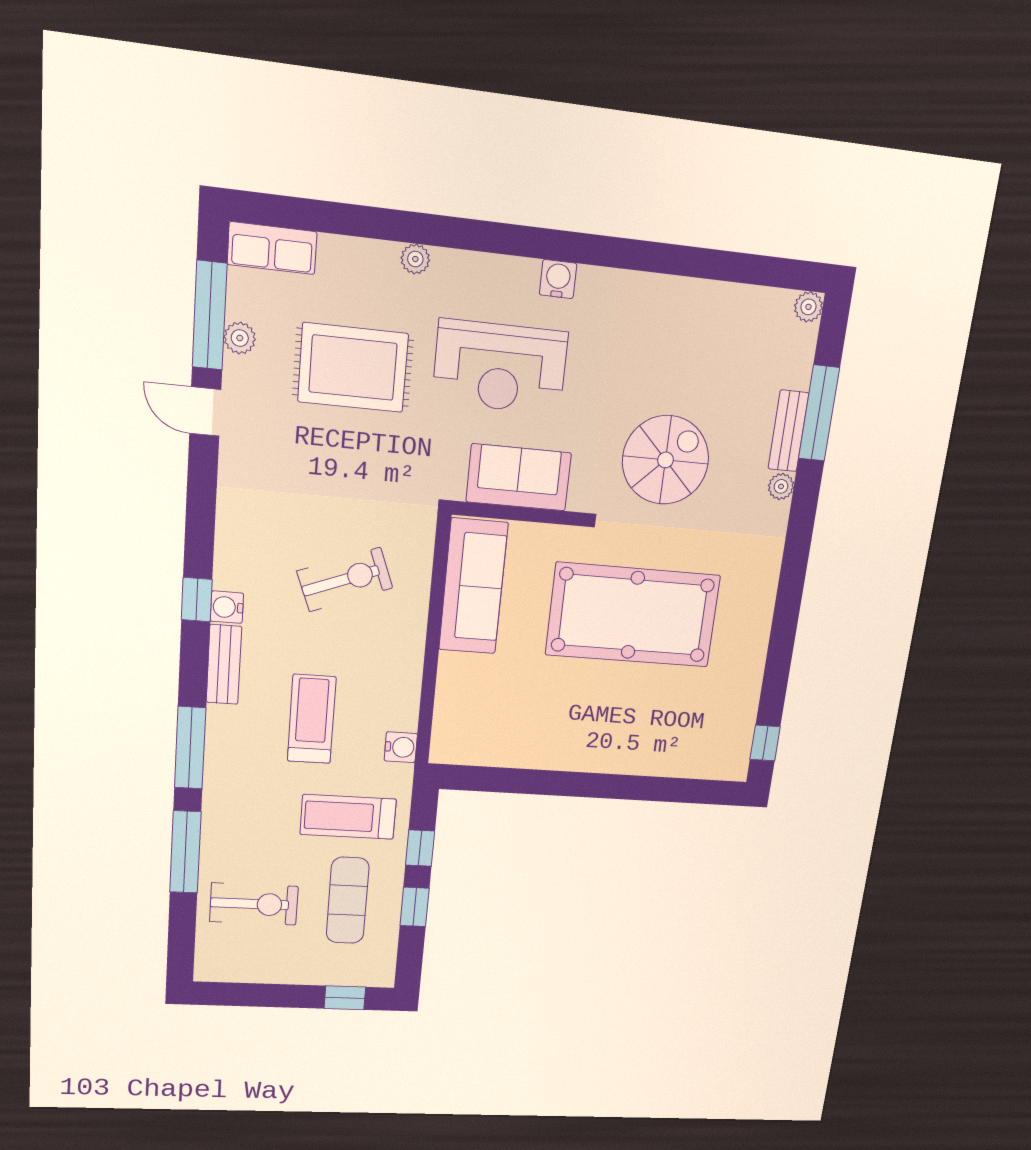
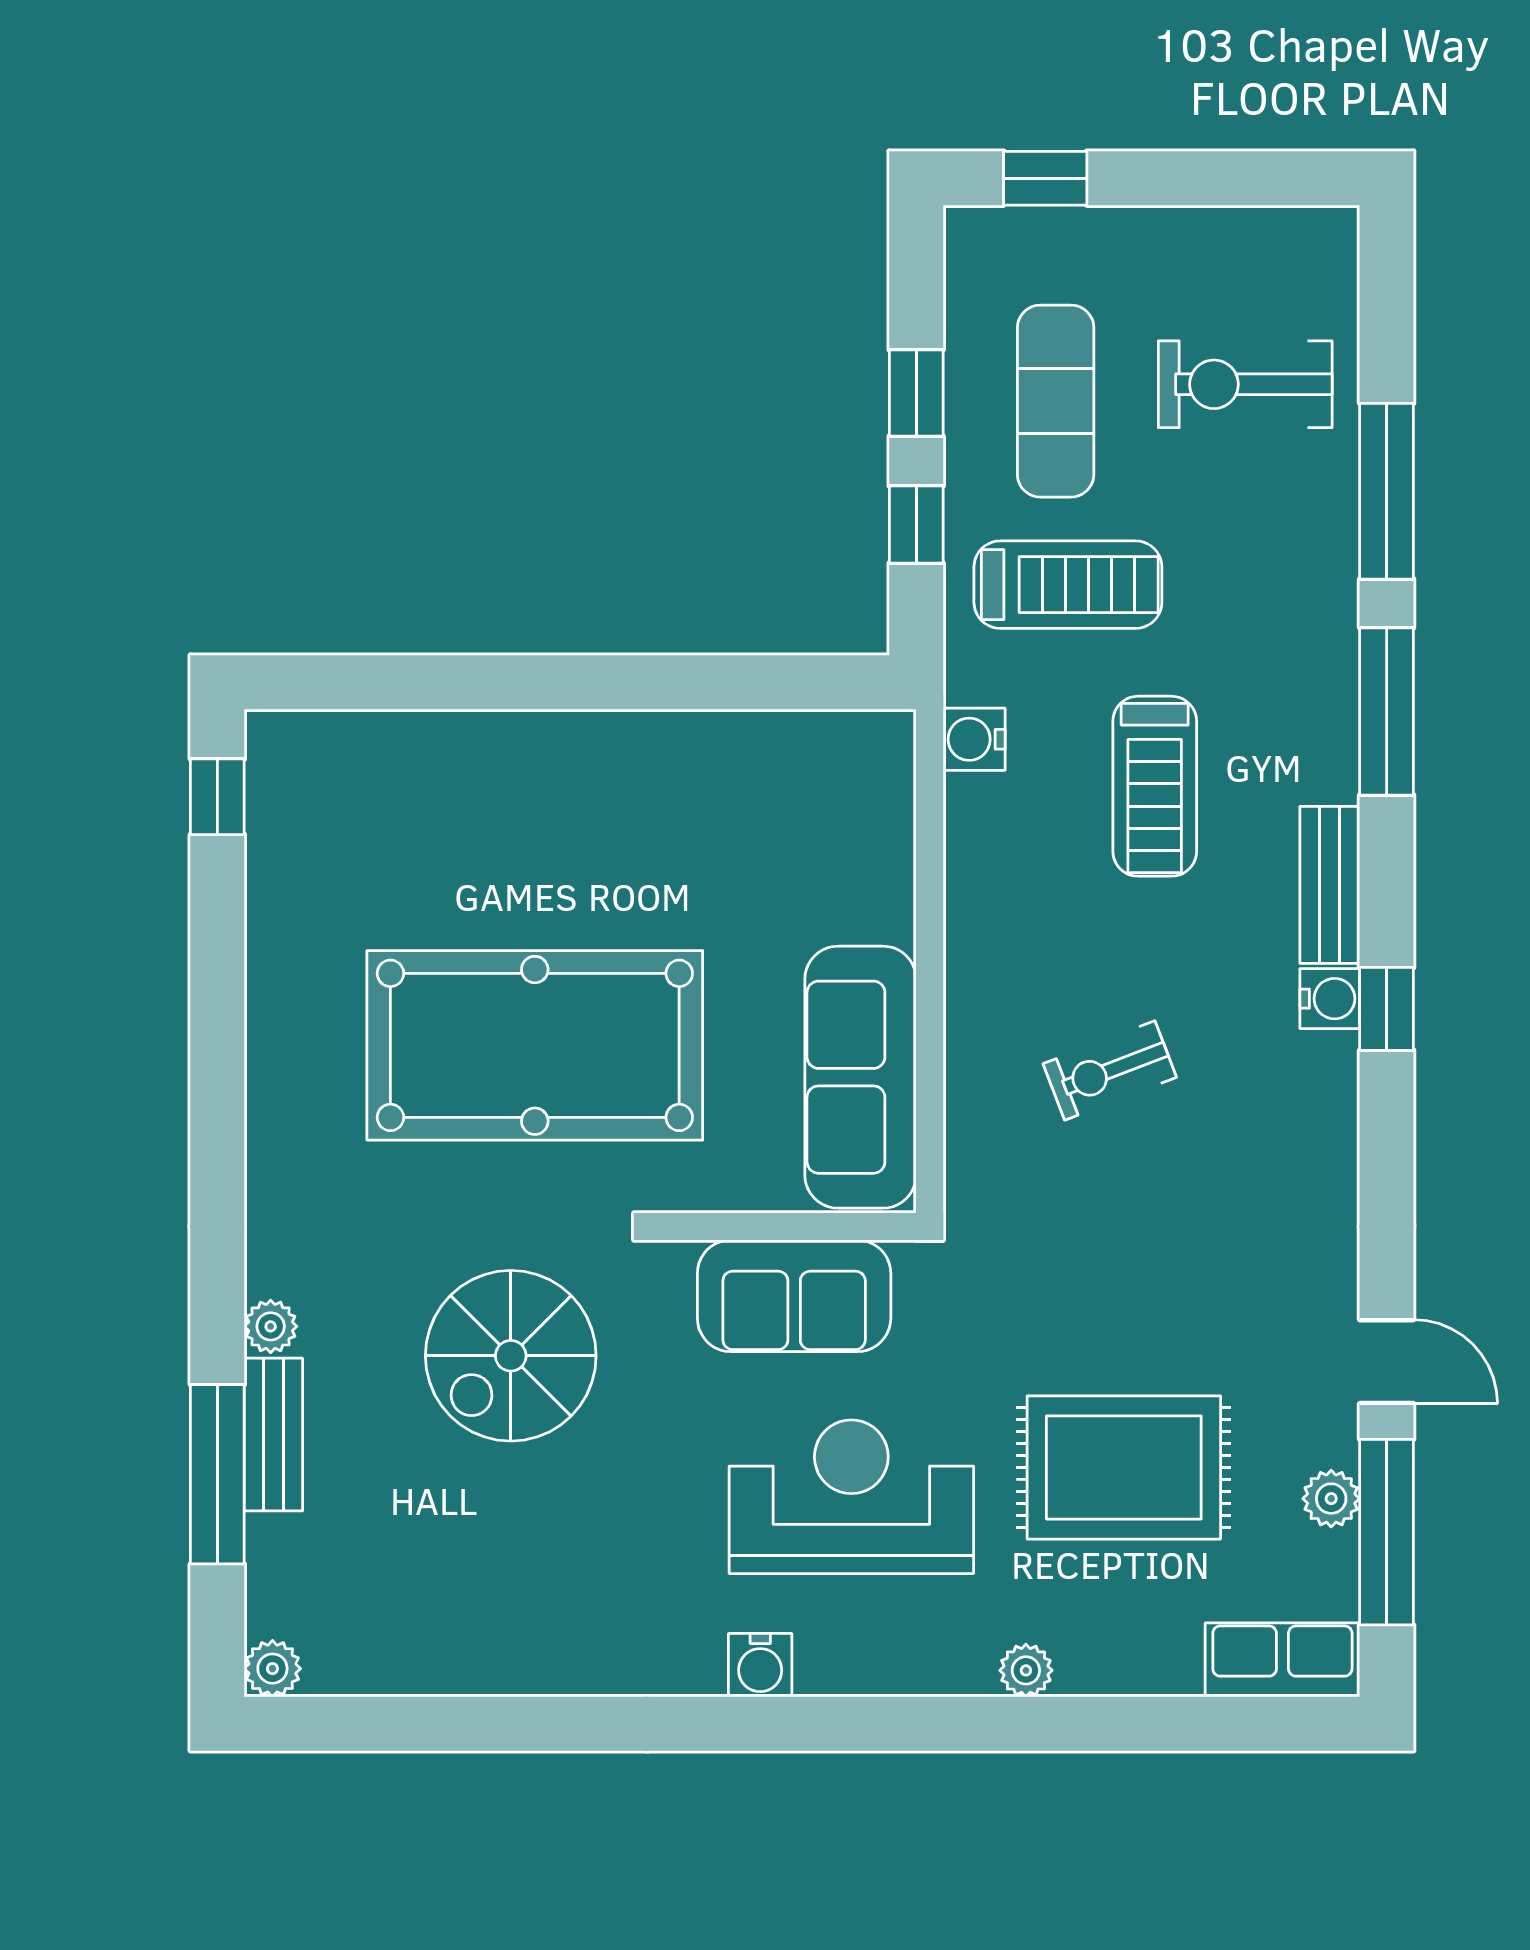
exercise bike: (345, 580) -> (1110, 1070), width x0.73, depth x0.72

